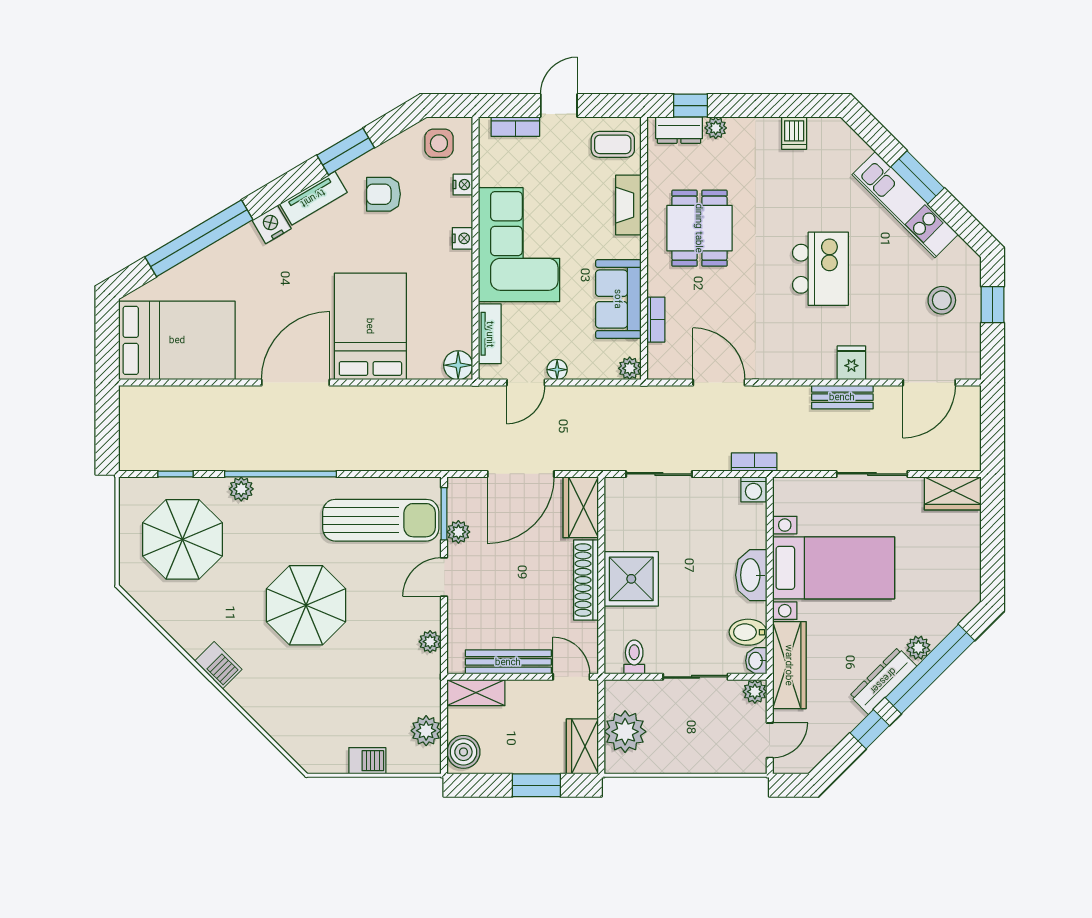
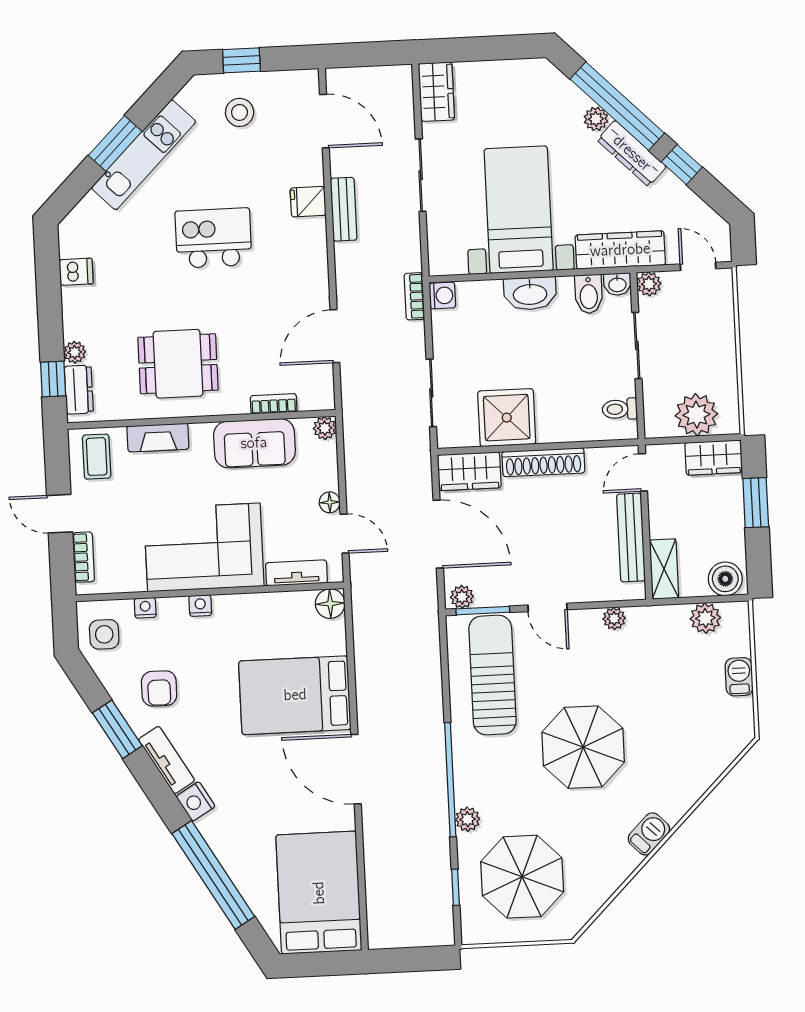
plant: (458, 532) -> (462, 597), moved
shower: (631, 579) -> (507, 418), moved

